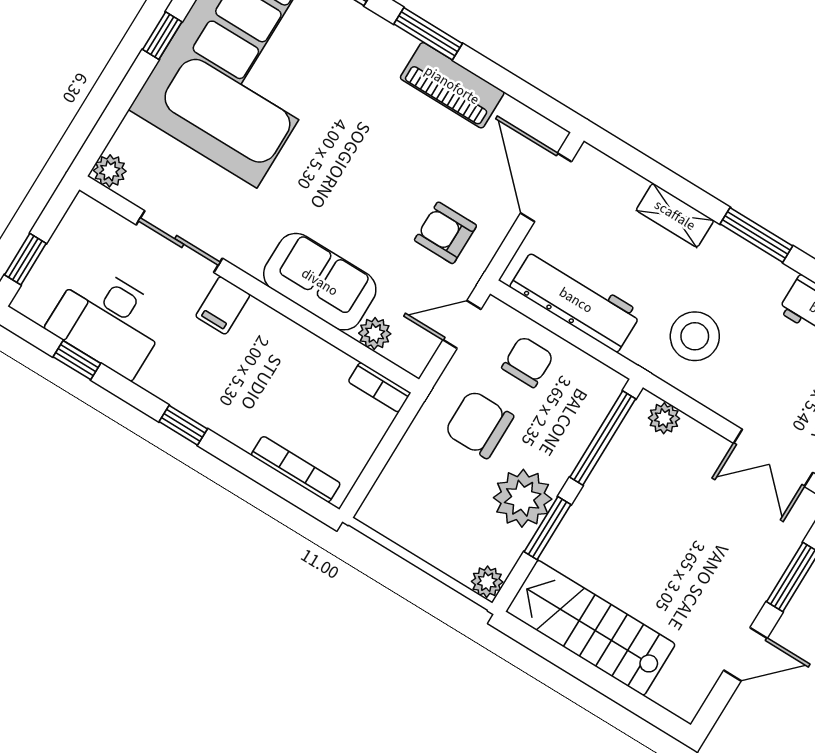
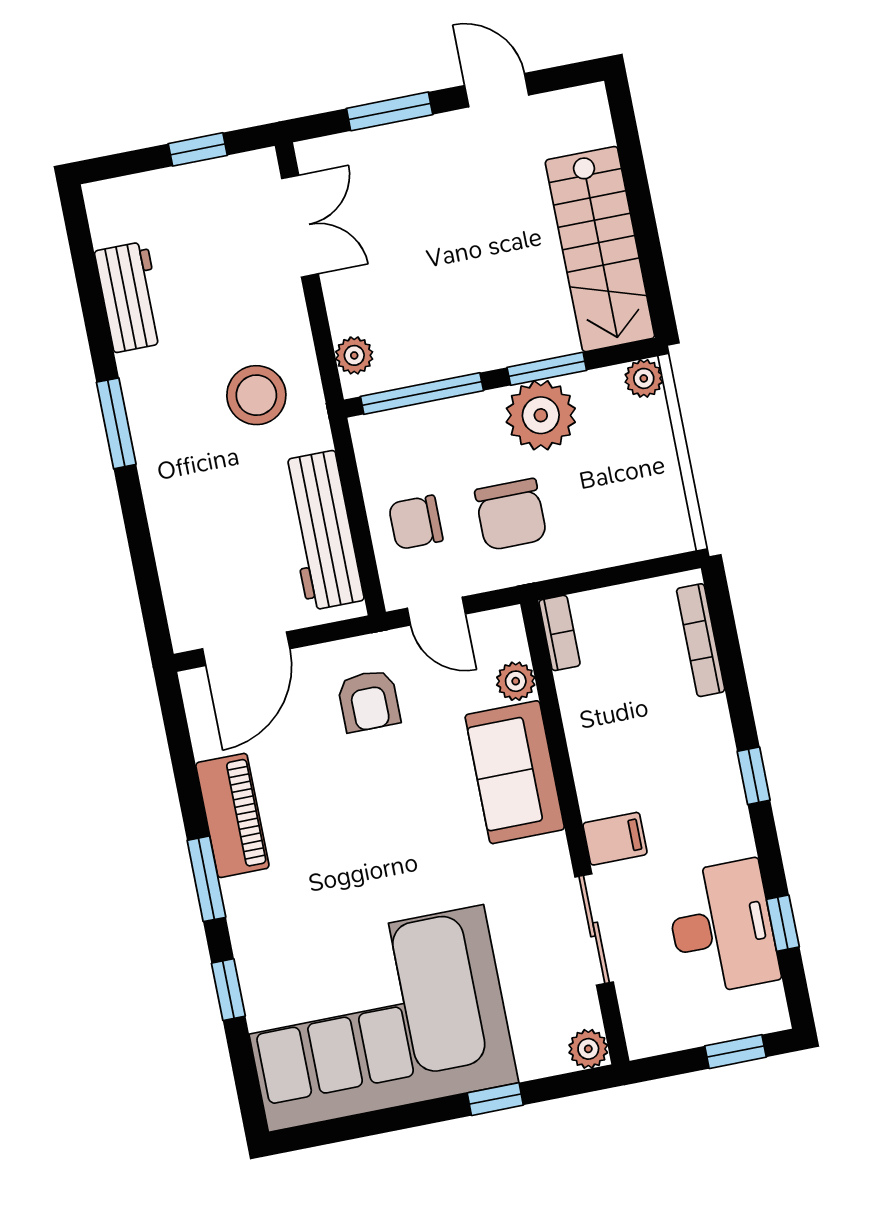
window: (162, 36) -> (495, 1099), moved
shelving: (675, 215) -> (165, 512), removed

